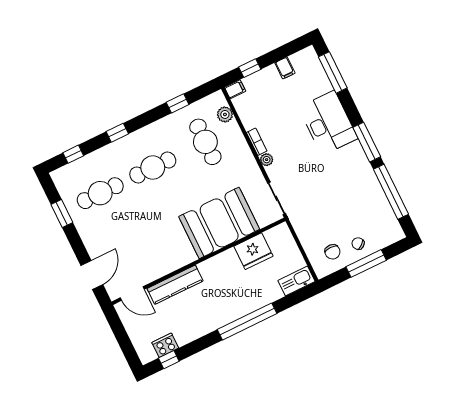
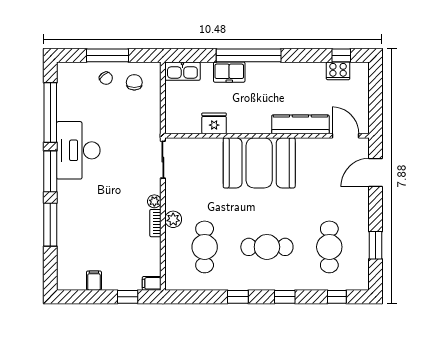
window: (333, 72) -> (50, 225), moved
window: (178, 103) -> (238, 297), moved
plant: (225, 114) -> (173, 219), moved
desk: (328, 123) -> (78, 150), moved
cafe table: (100, 193) -> (329, 247), turned 90
booth: (219, 223) -> (259, 163), moved
fridge: (253, 251) -> (214, 123), width x0.73, depth x0.75
freezer: (257, 299) -> (229, 72), added

